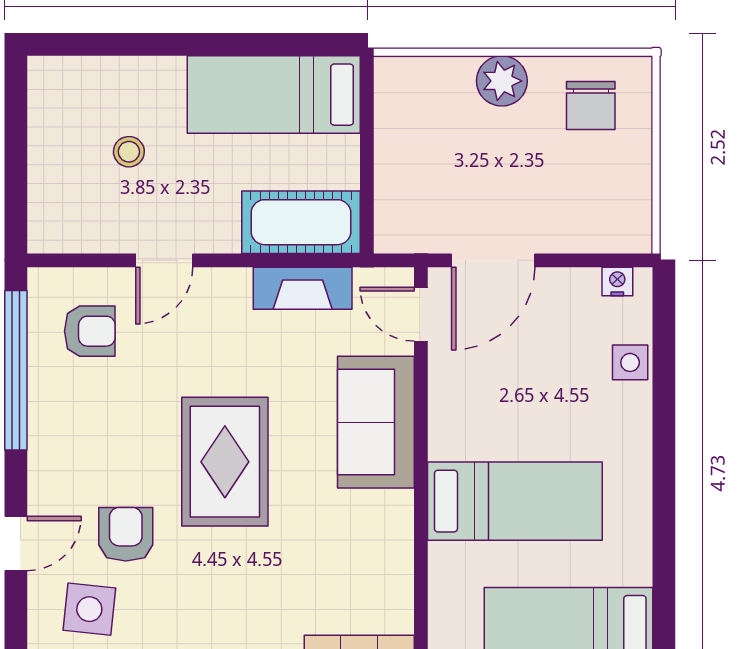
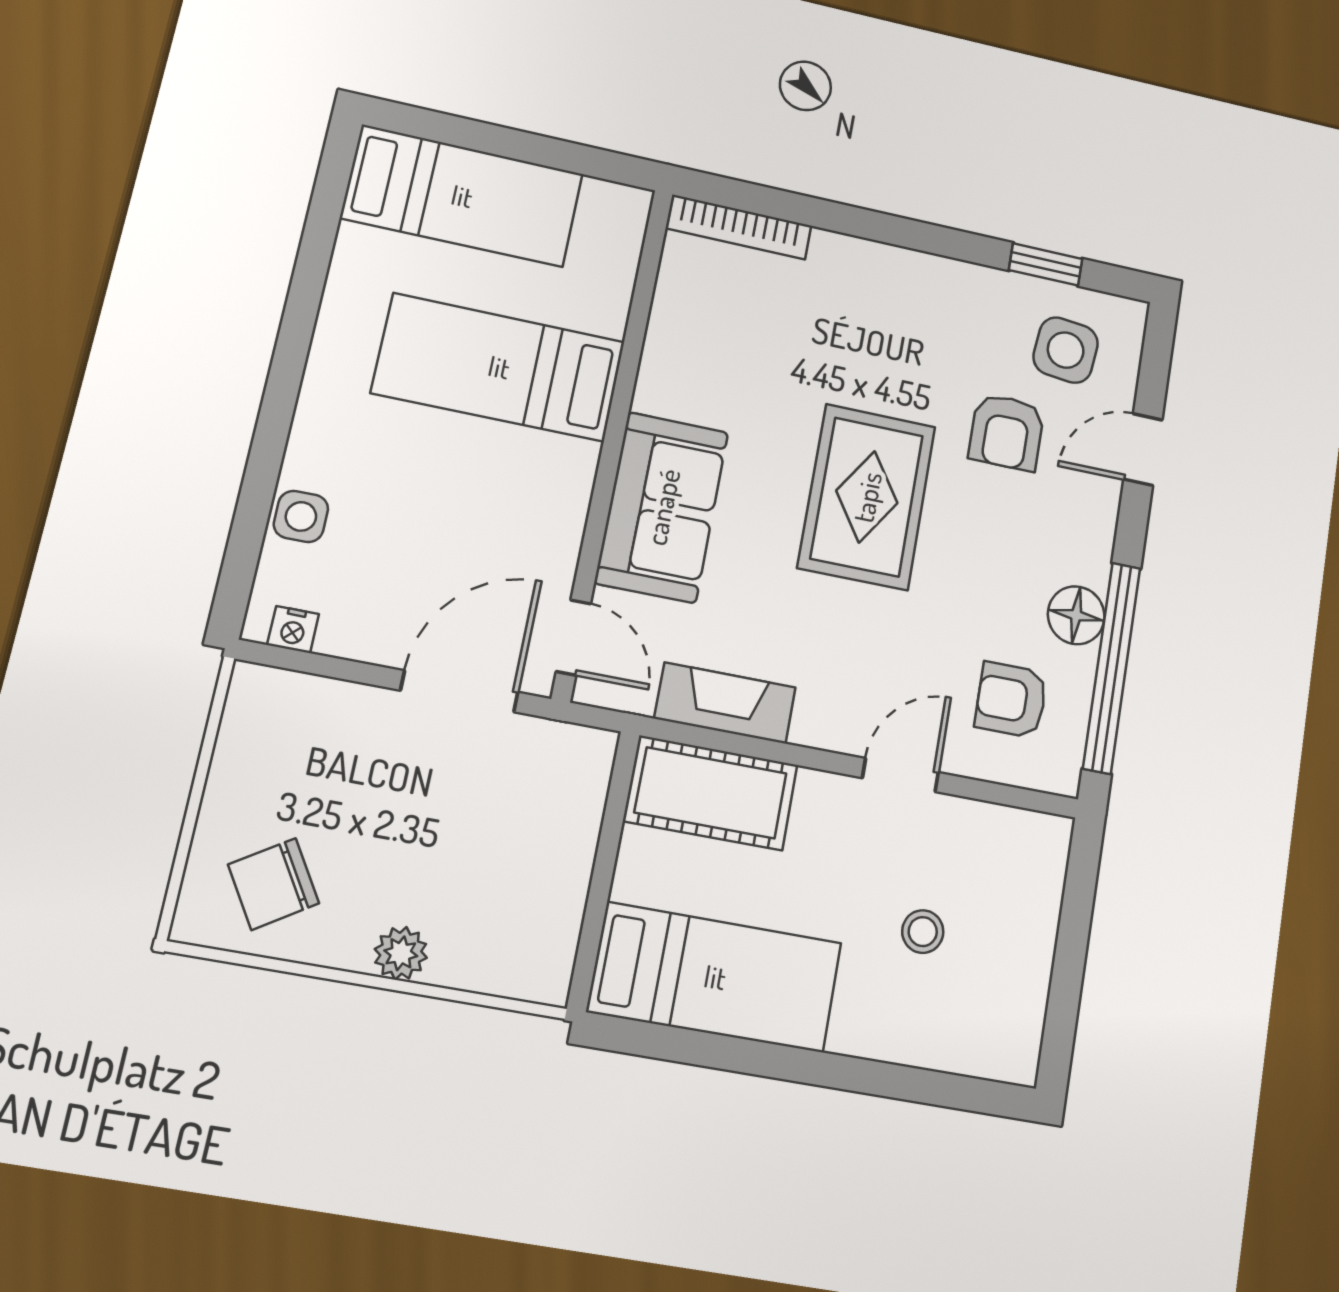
plant: (502, 81) -> (401, 953), width x0.73, depth x0.73
chair: (591, 106) -> (274, 884), turned -122
floor lamp: (50, 404) -> (1076, 615), added

